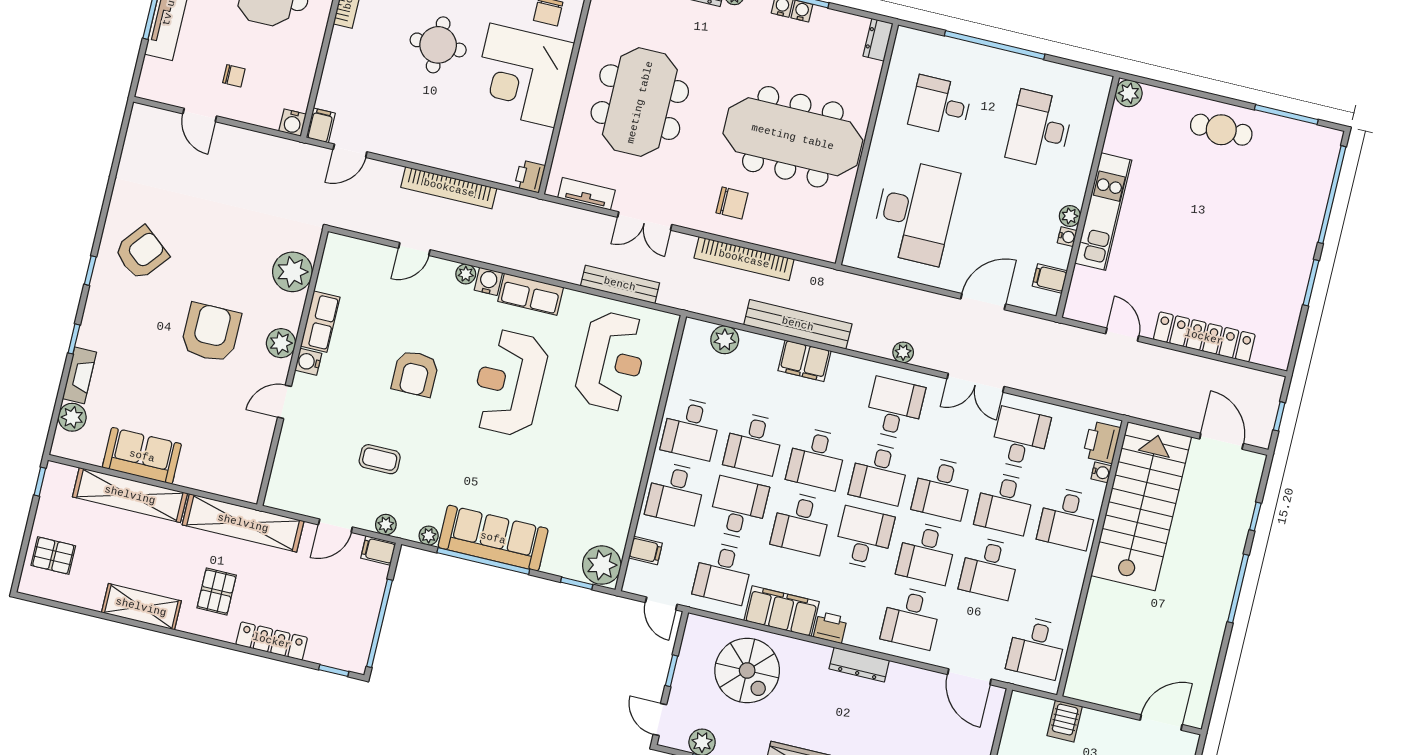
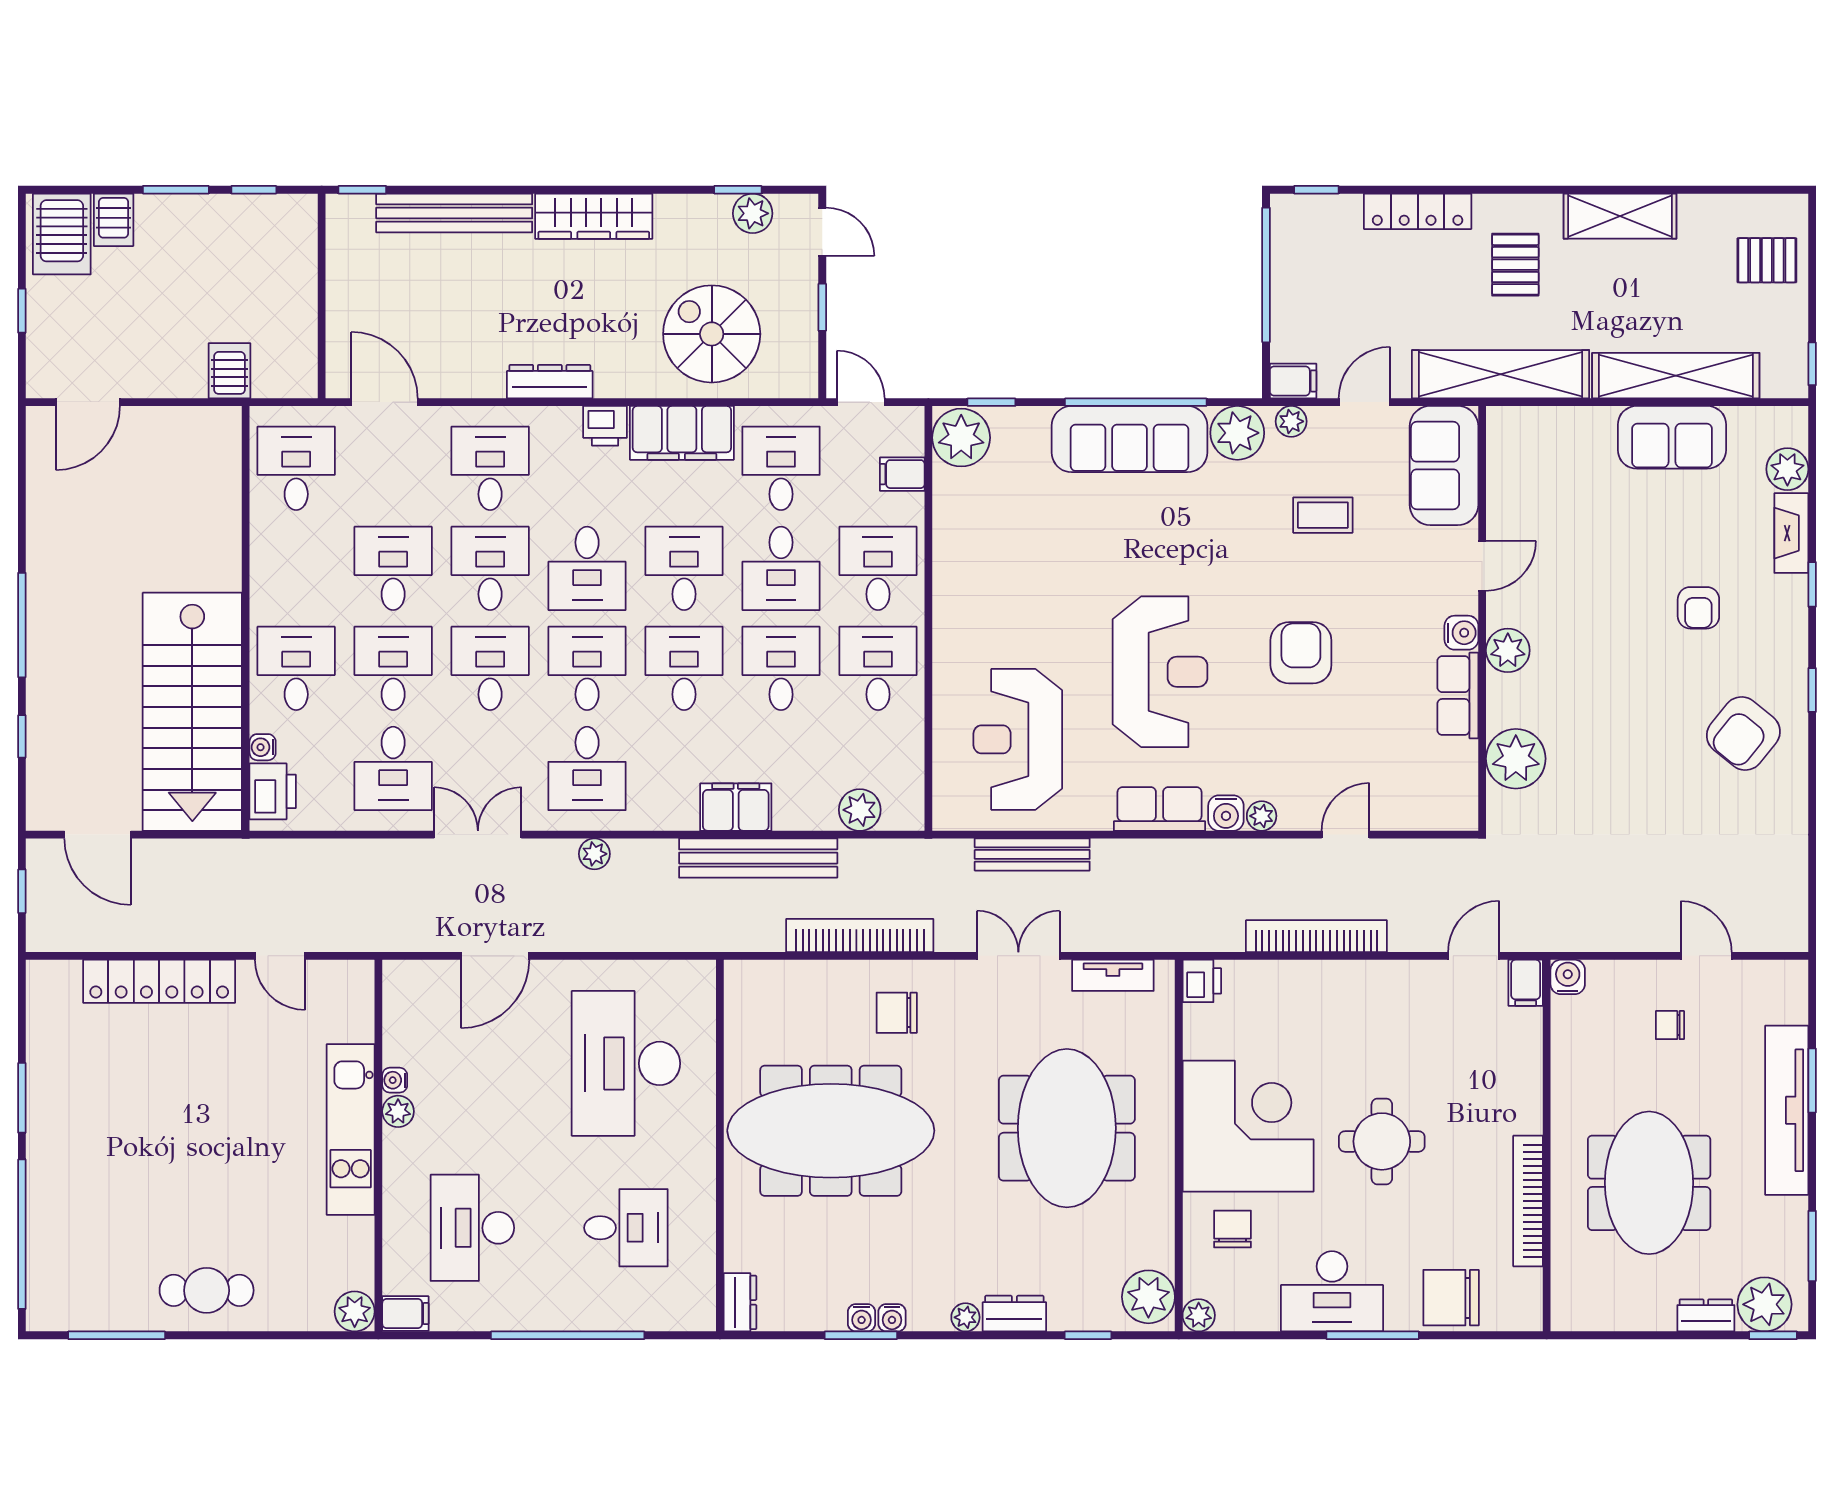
desk: (1040, 129) -> (472, 1228), turned 180
filing cabinet: (1050, 278) -> (405, 1314), moved
armchair: (211, 333) -> (1698, 608), moved, width x0.53, depth x0.53
sofa: (294, 473) -> (1444, 466), added
plant: (429, 536) -> (1237, 433), width x1.88, depth x1.88

